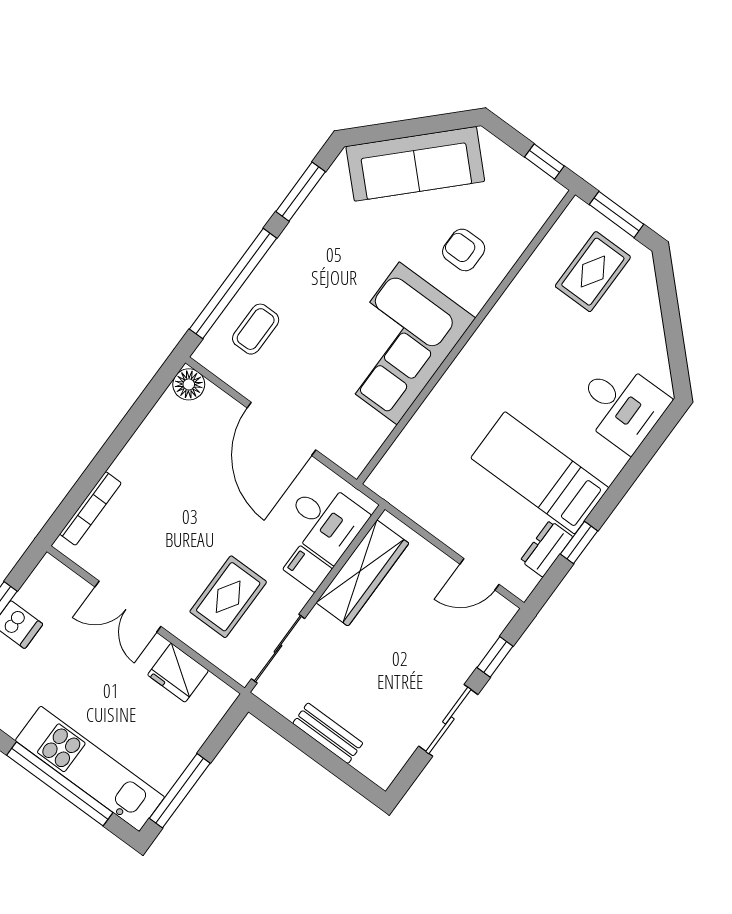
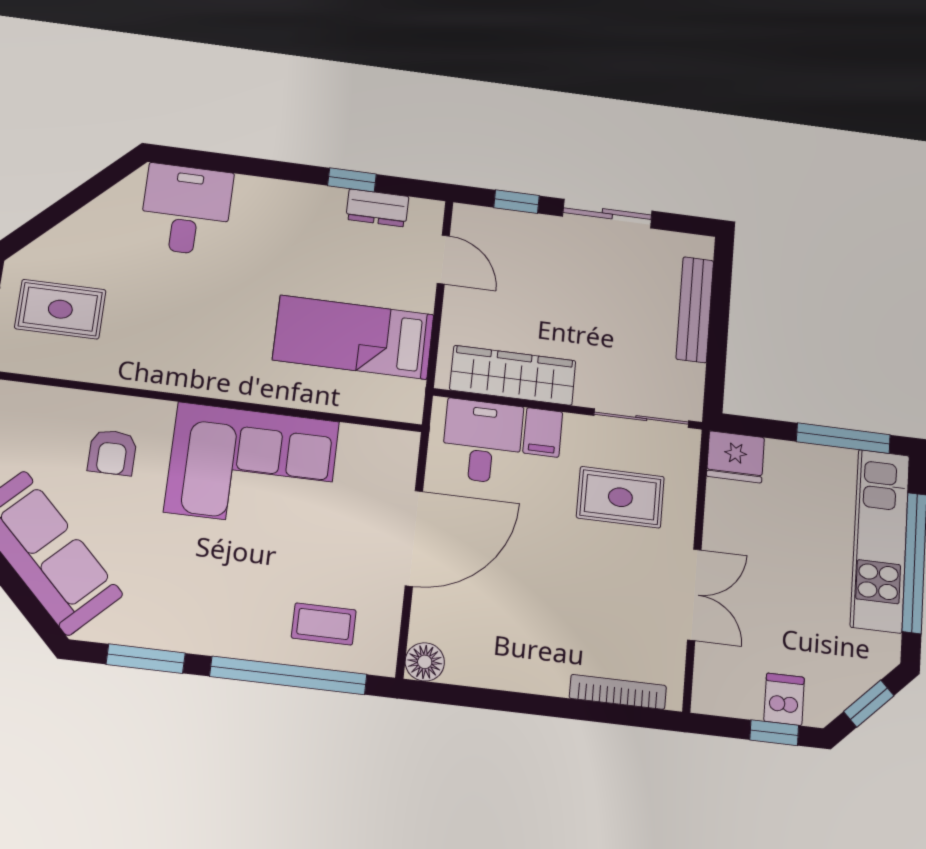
bed: (540, 473) -> (353, 337), moved, turned 90
fridge: (178, 673) -> (735, 457), moved, turned 90
bench: (328, 733) -> (695, 310), width x1.36

